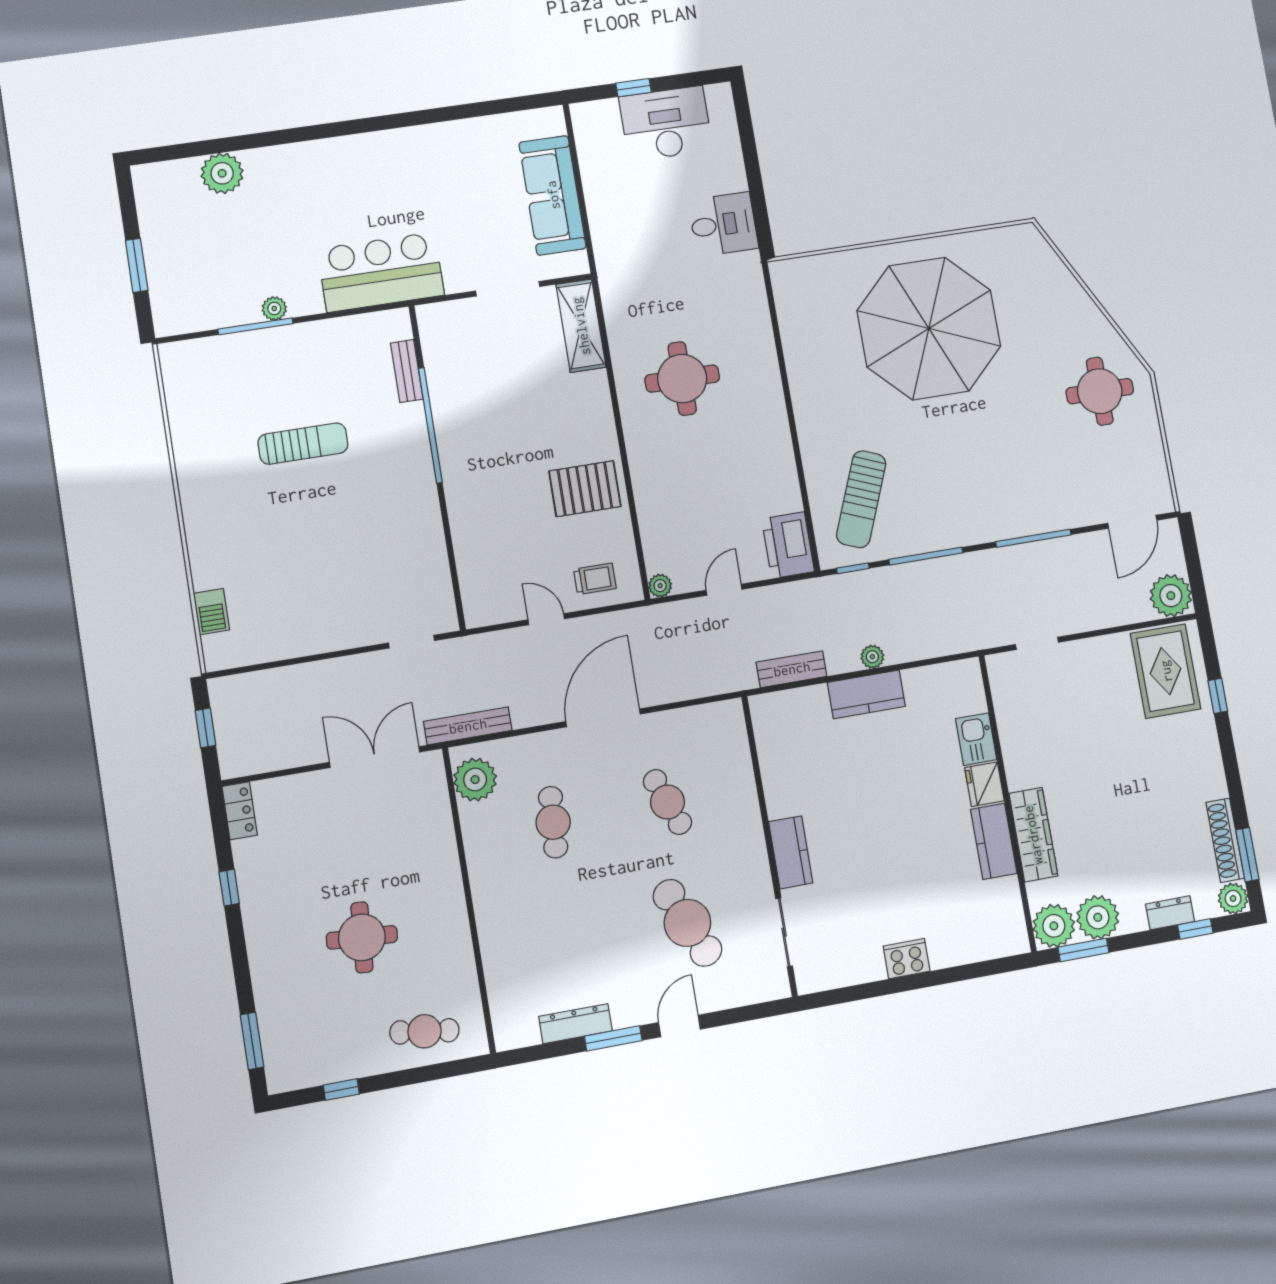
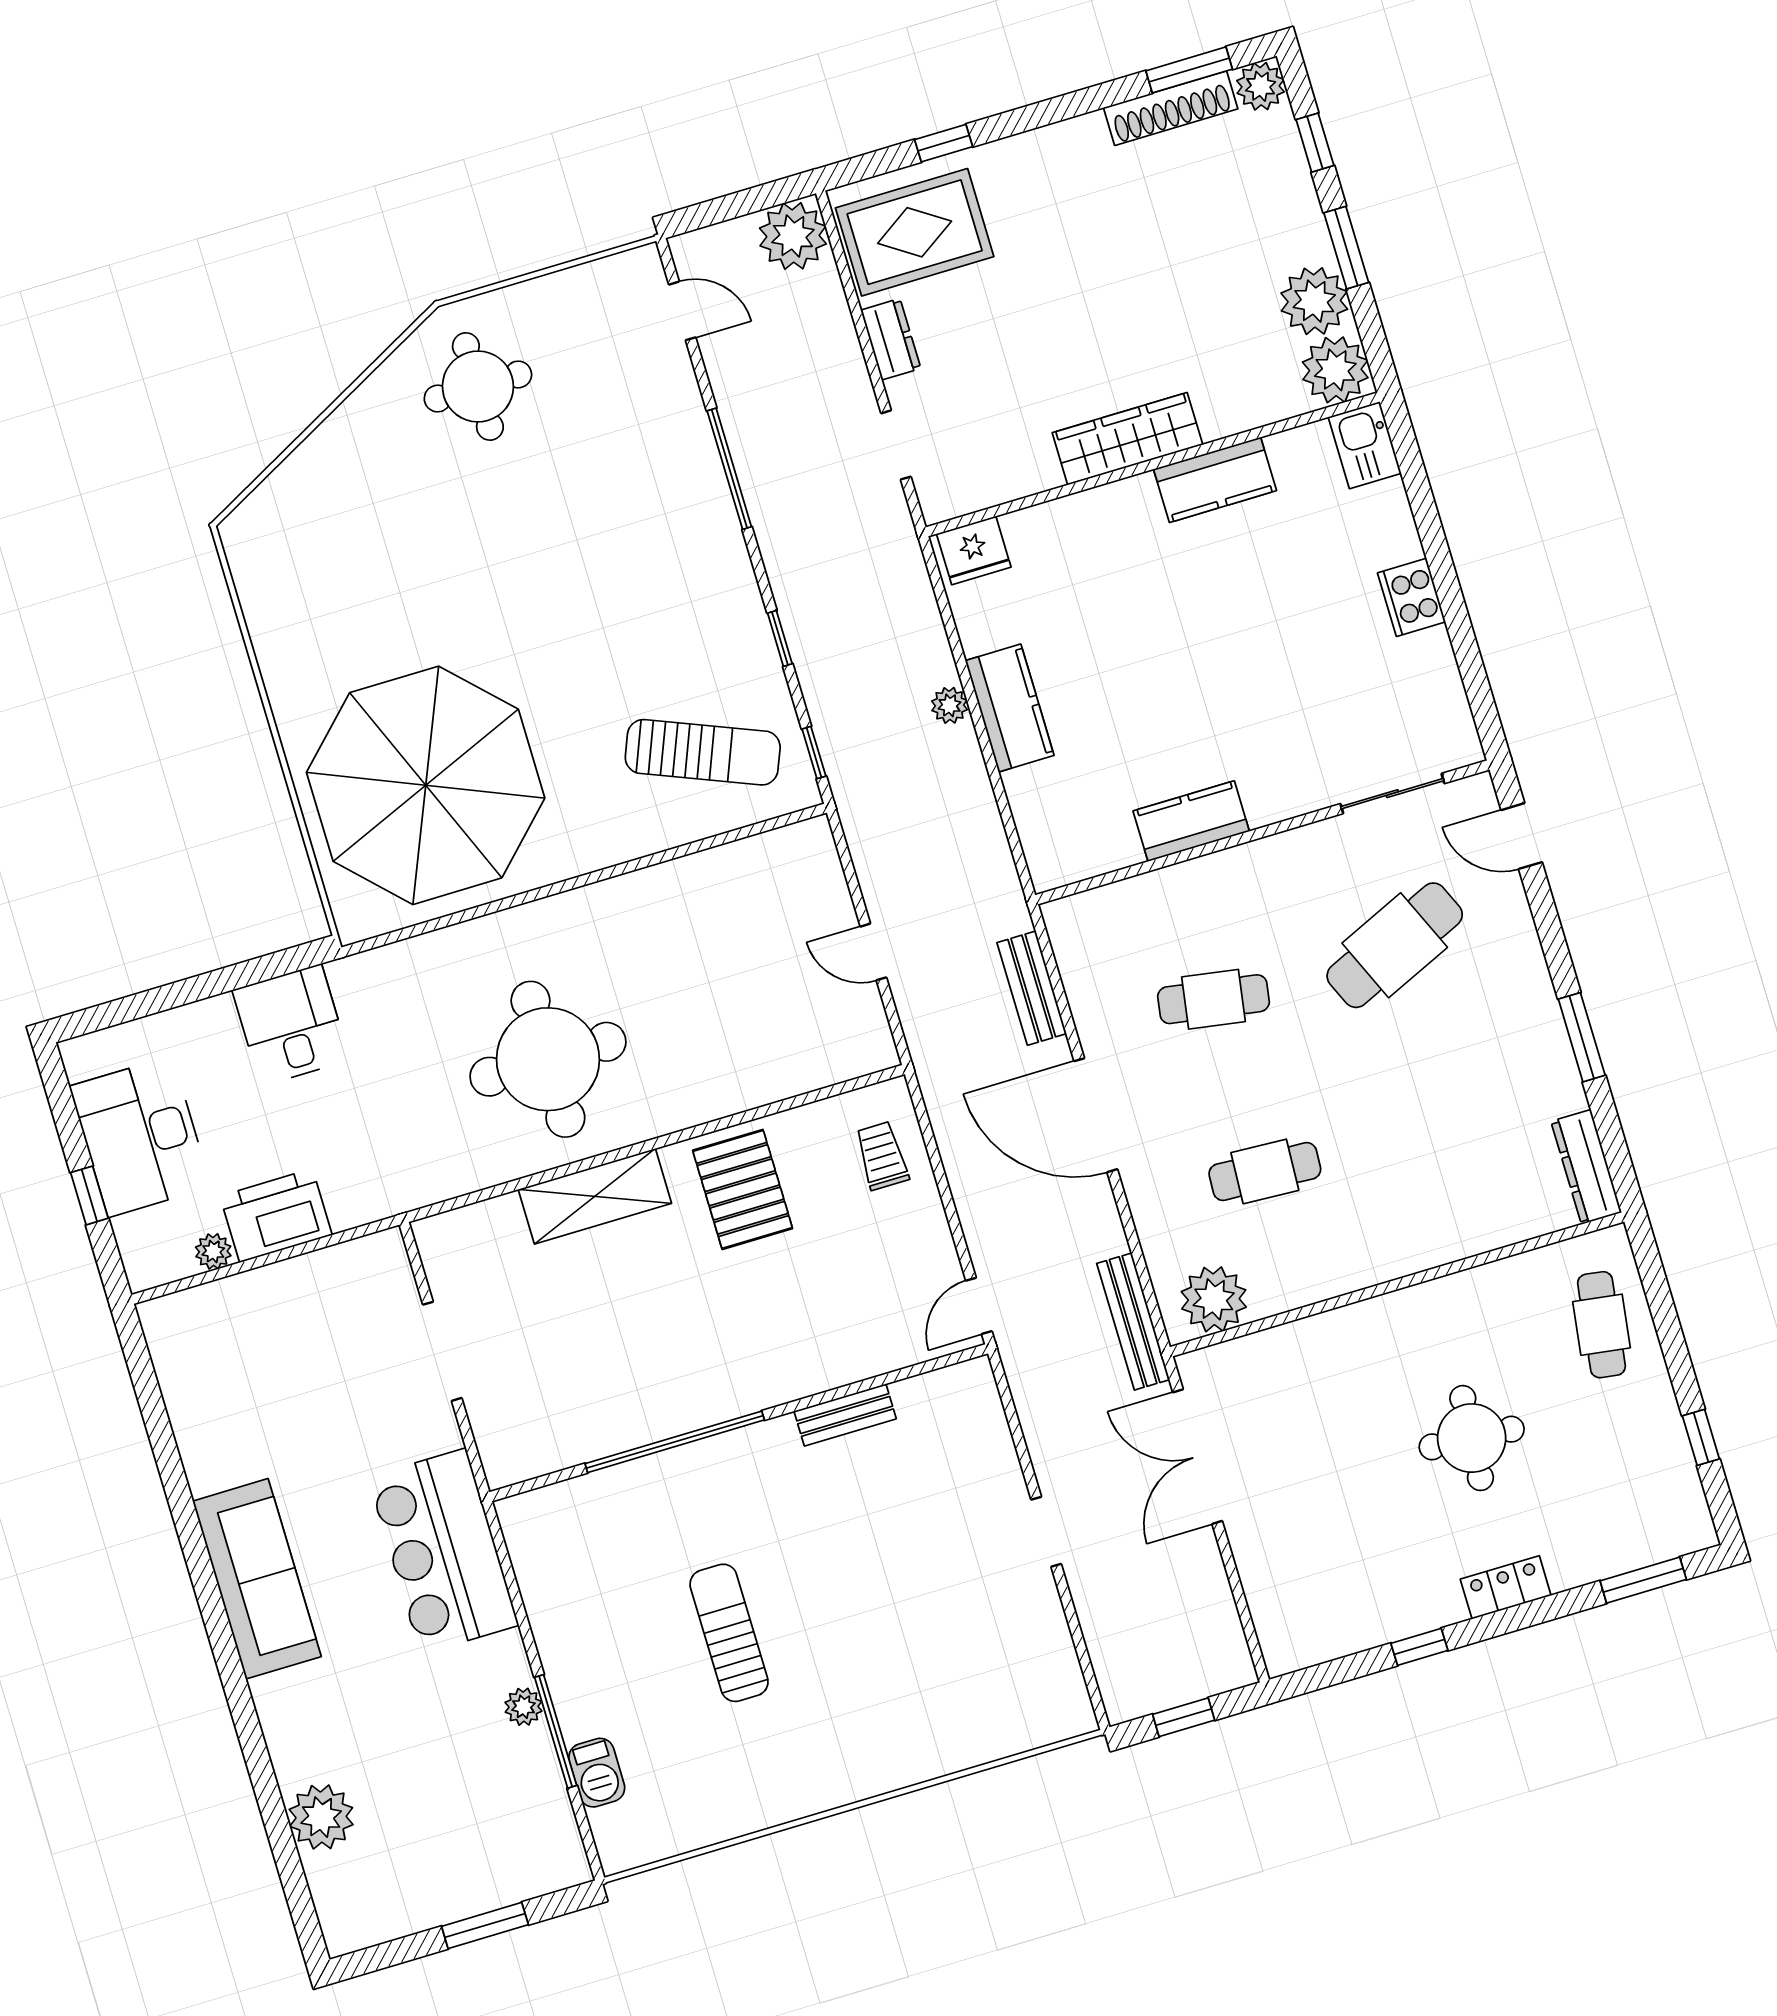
sofa: (553, 195) -> (257, 1579), moved, turned -90
shelving: (581, 326) -> (595, 1196), moved
parasol: (929, 329) -> (426, 785), moved
bench: (407, 371) -> (845, 1415), moved
round table: (682, 379) -> (548, 1059), width x1.36, depth x1.36
door: (1132, 522) -> (682, 311), width x0.73
printer: (788, 545) -> (276, 1216), moved, turned 180
window: (926, 556) -> (780, 638), width x0.46
plant: (660, 586) -> (213, 1251), moved
barbecue: (211, 612) -> (597, 1773), moved, turned 90
door: (546, 619) -> (979, 1306), moved
doorway: (412, 642) -> (1046, 1532), moved
bench: (792, 669) -> (1032, 988), moved
kitchen sink: (976, 739) -> (1365, 445), moved, turned 90
fridge: (984, 784) -> (974, 550), moved
cafe table: (667, 802) -> (1213, 999), turned 30
locker: (240, 811) -> (1506, 1587), moved
wardrobe: (1033, 835) -> (1127, 439), moved
kitchen counter: (791, 852) -> (1191, 821), moved
dresser: (1170, 913) -> (891, 339), moved, turned 180
window: (1083, 950) -> (1346, 248), moved
dresser: (575, 1024) -> (1586, 1167), moved
door: (679, 1026) -> (1522, 836), moved

